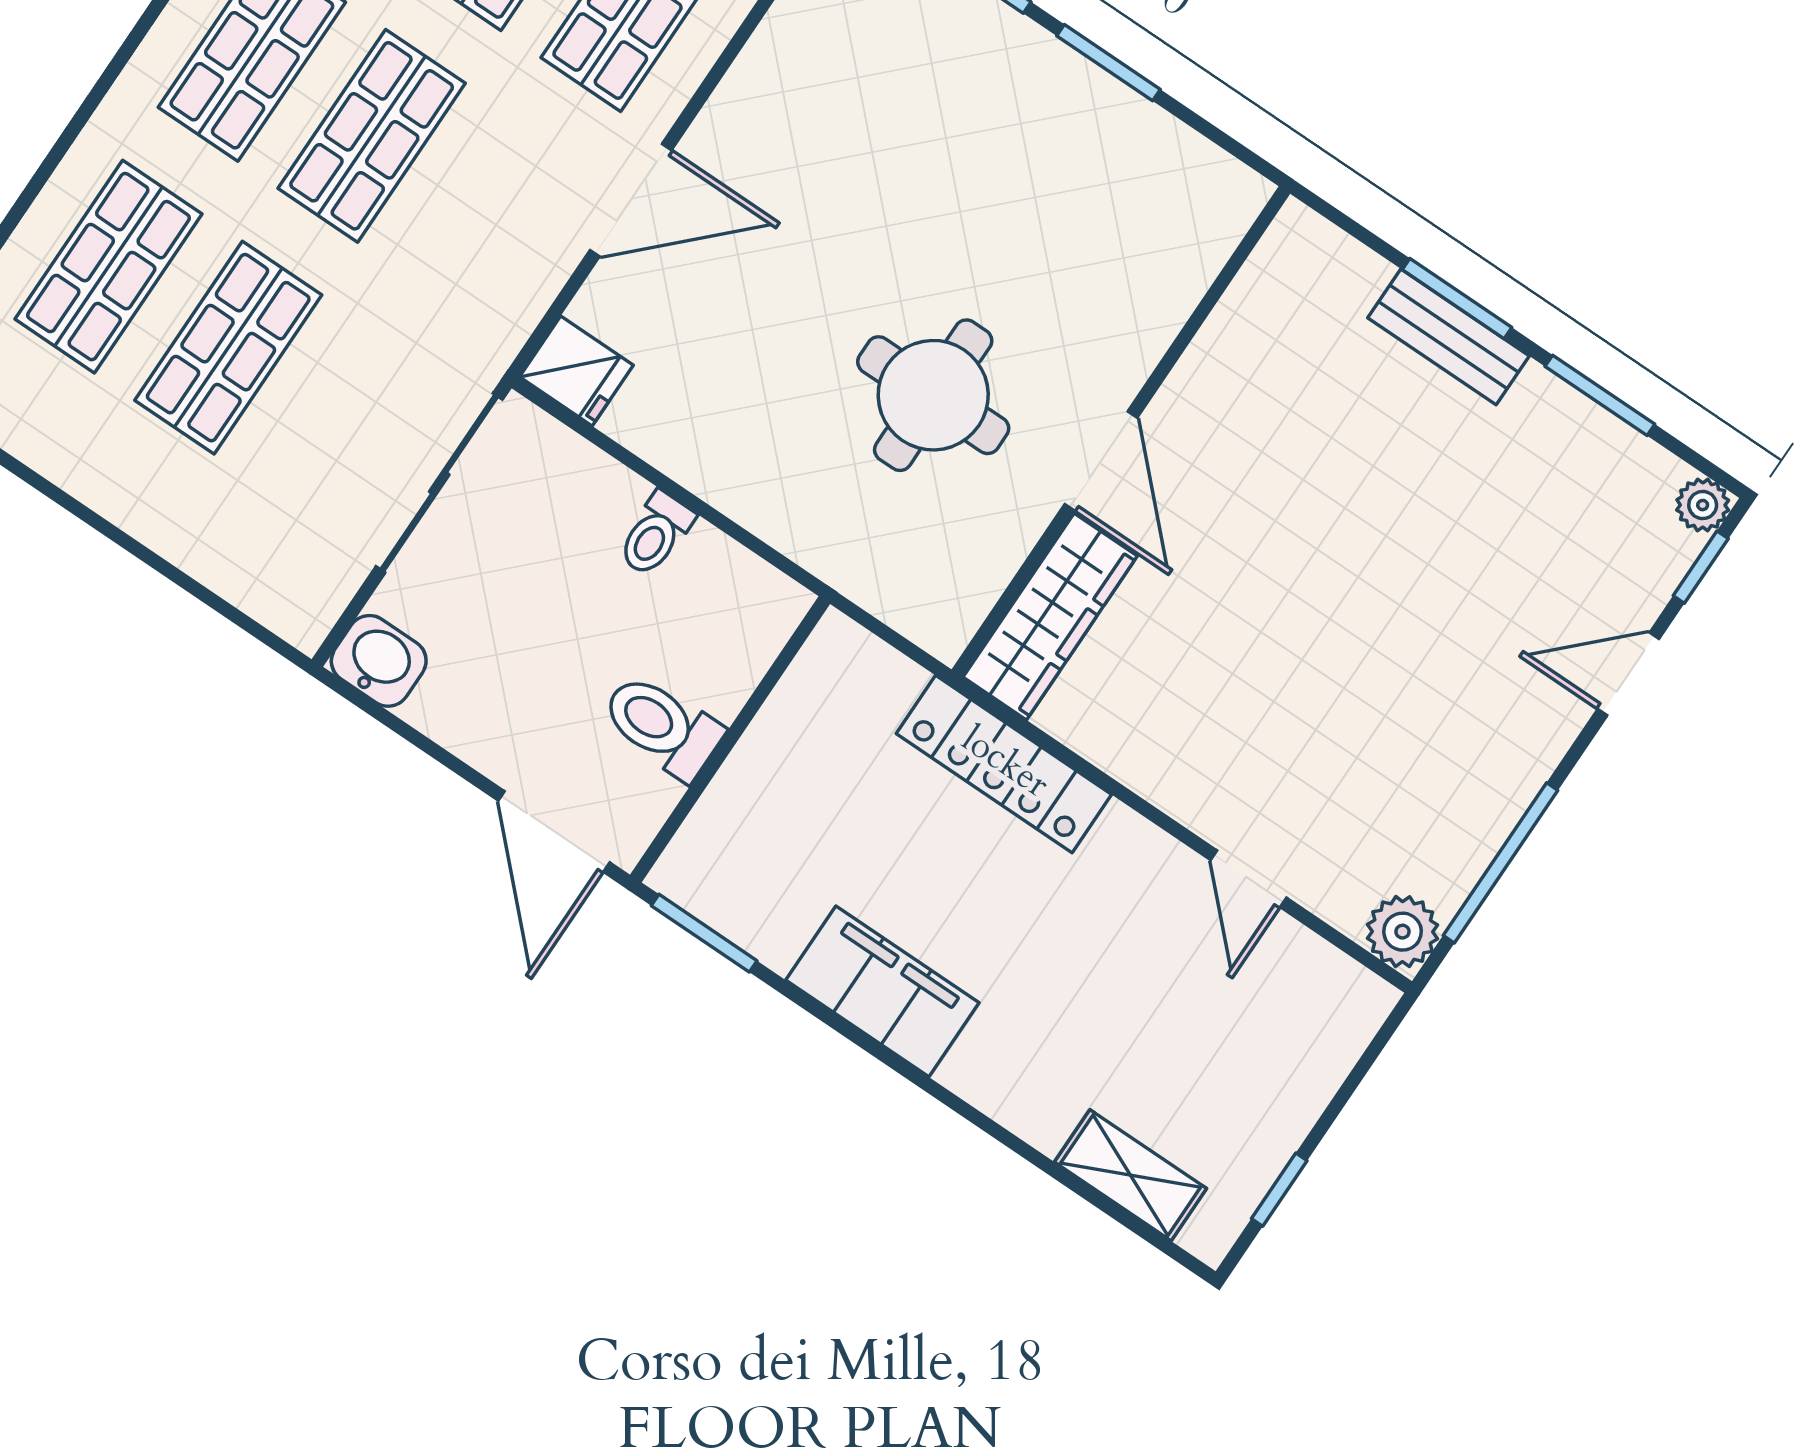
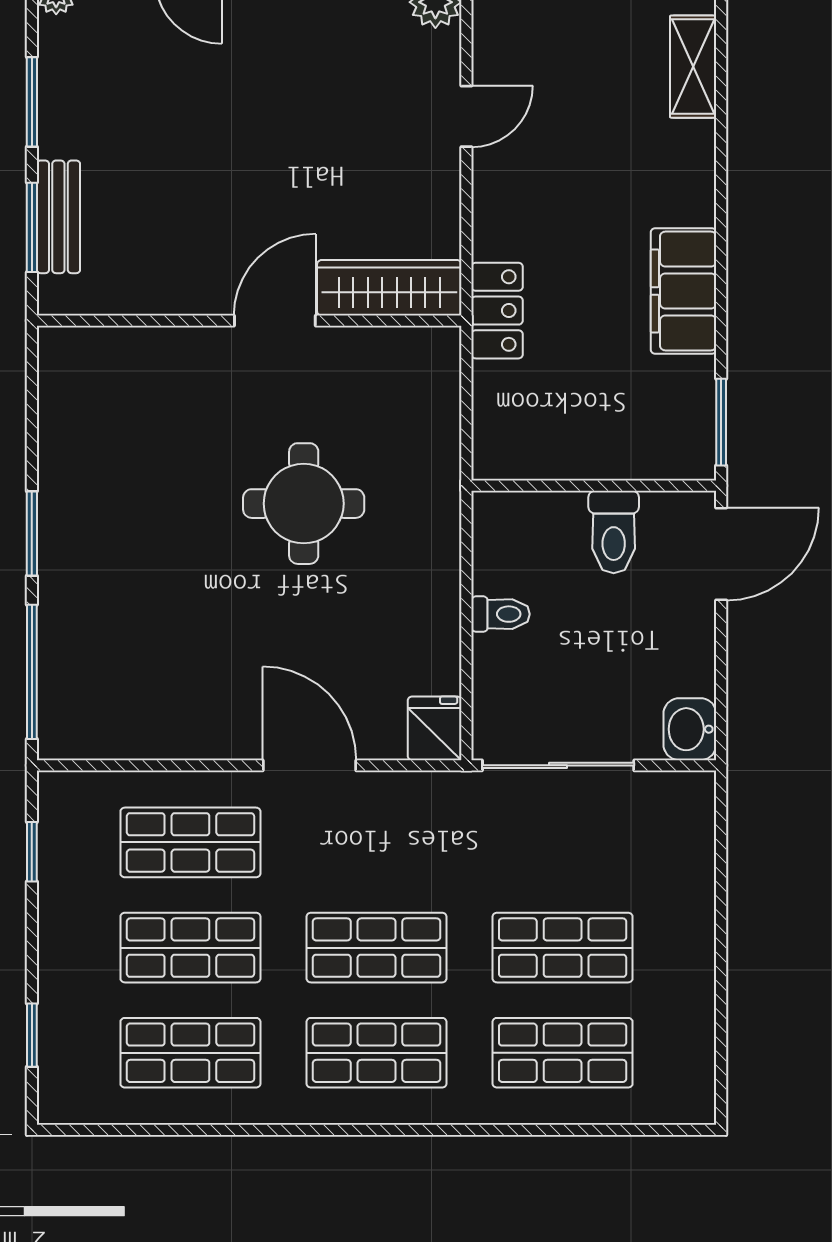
wall: (1121, 432) -> (249, 321), moved
door: (1101, 461) -> (275, 321), moved
wardrobe: (1050, 617) -> (389, 288), moved
locker: (1004, 764) -> (497, 311), width x0.66

